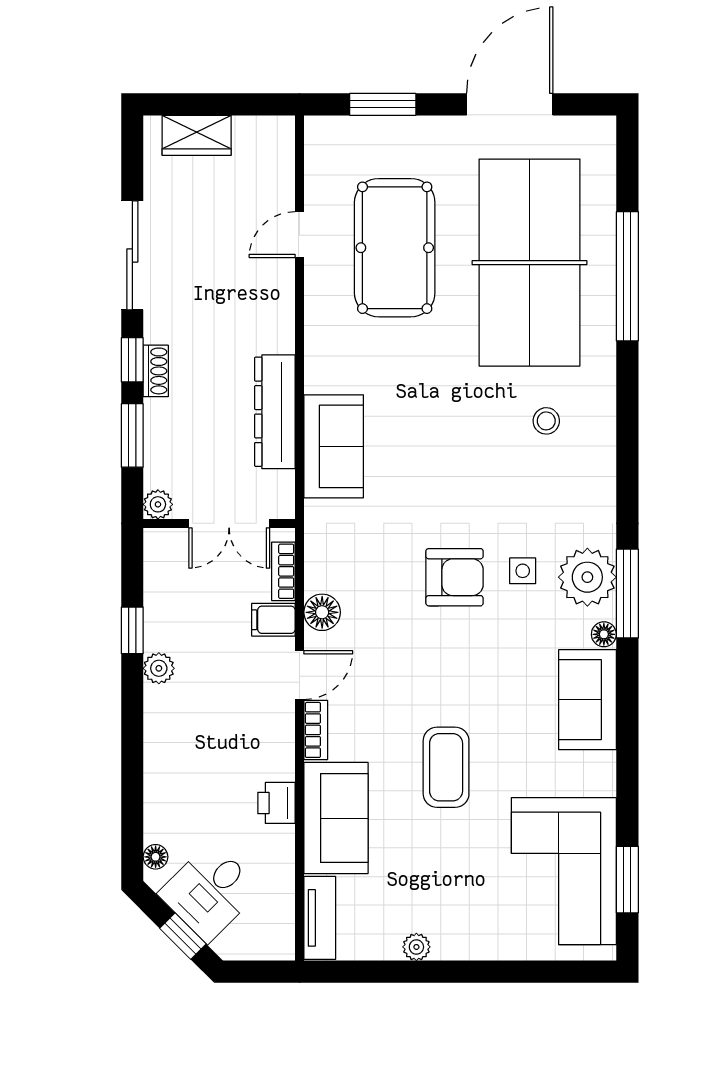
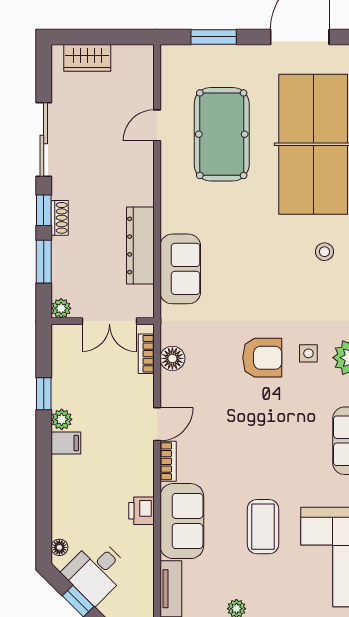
floor lamp: (322, 612) -> (172, 358), moved
filing cabinet: (273, 620) -> (66, 443), moved, turned 180
coffee table: (446, 767) -> (263, 527), moved

